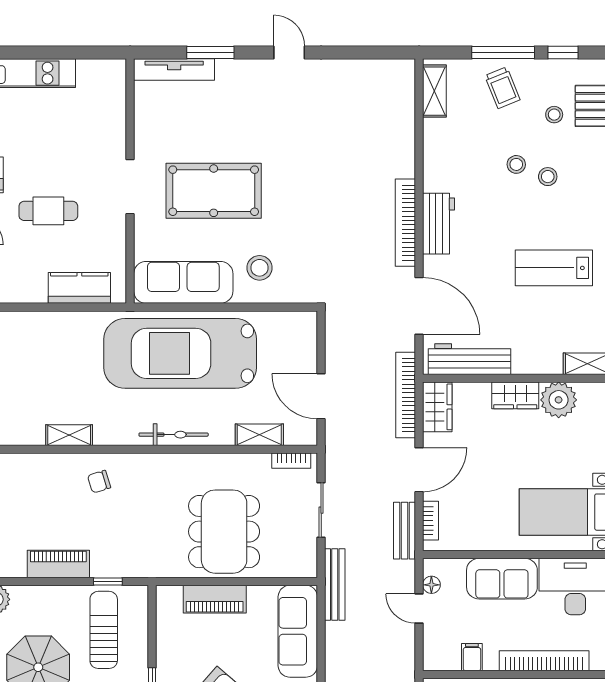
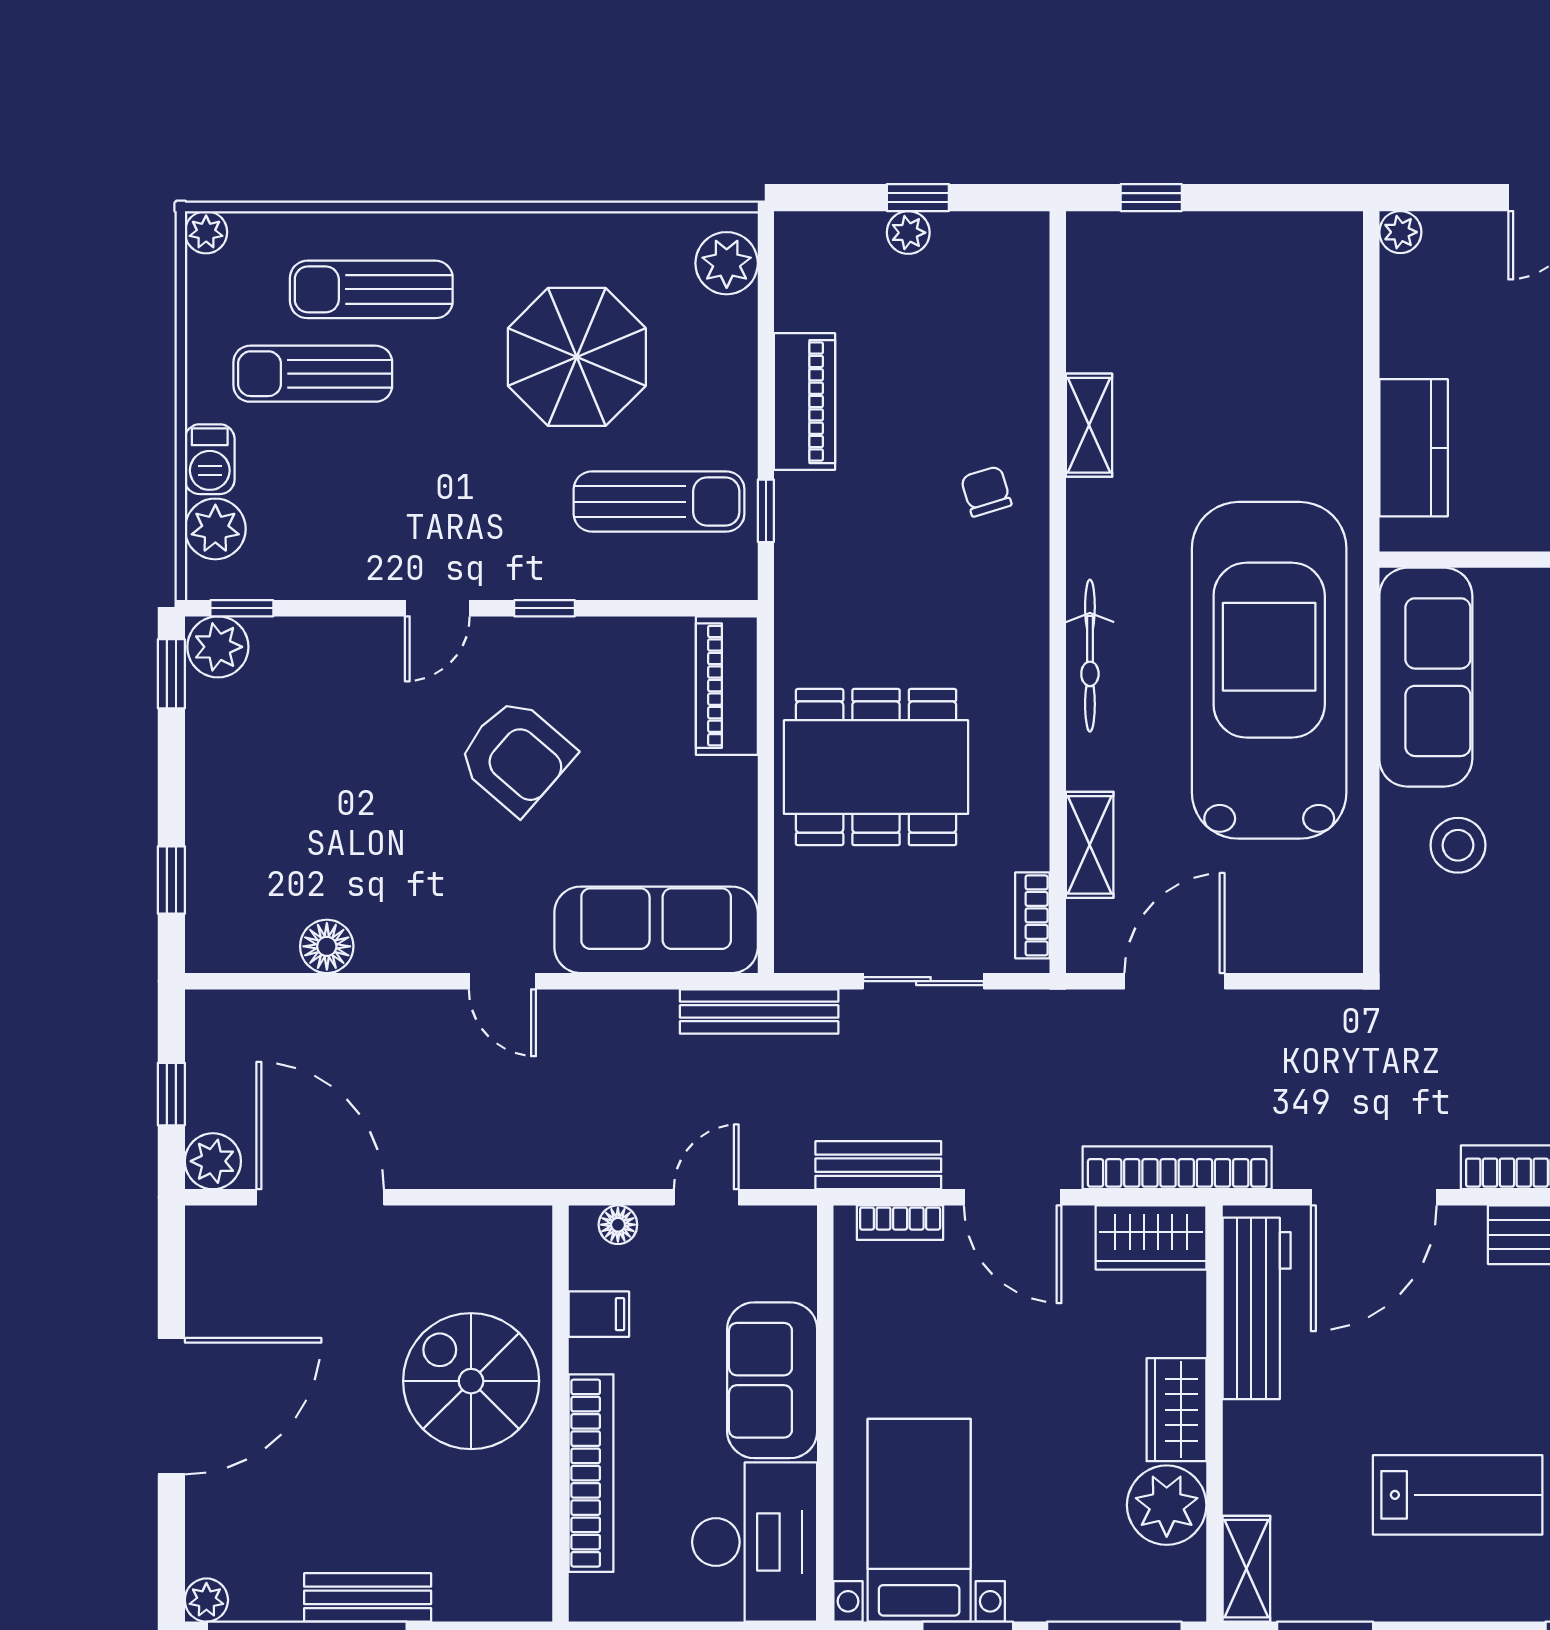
lab bench: (554, 268) -> (1458, 1495), turned 90
floor lamp: (431, 585) -> (618, 1225), moved
piano: (215, 599) -> (727, 686), moved

